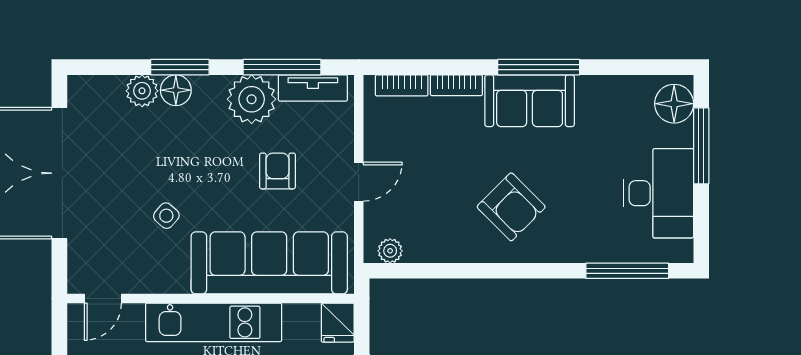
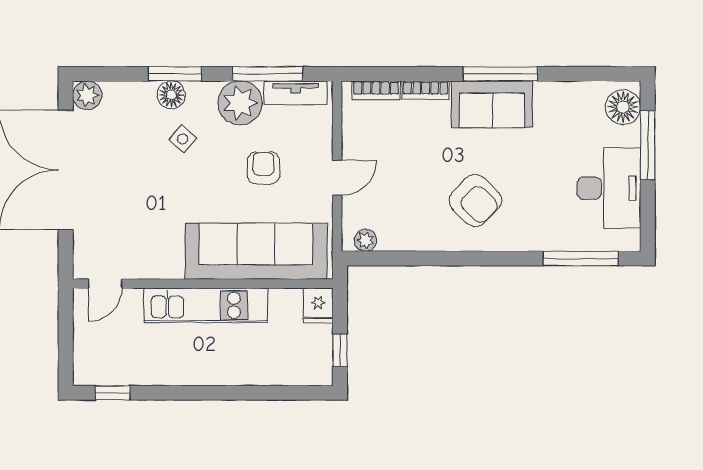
plant: (142, 91) -> (87, 95), moved
side table: (166, 216) -> (183, 139), moved

